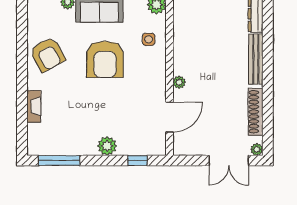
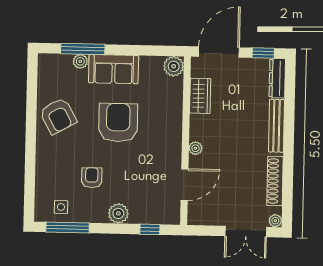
wardrobe: (182, 32) -> (200, 96), added
side table: (149, 39) -> (61, 207), moved
armchair: (105, 59) -> (118, 123), turned 180
fireplace: (34, 106) -> (42, 170), removed
armchair: (81, 113) -> (92, 178), added

